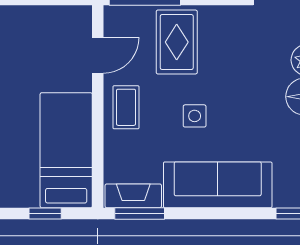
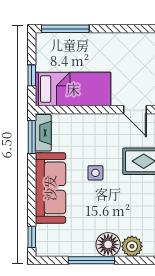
coffee table: (126, 107) -> (101, 128), removed

